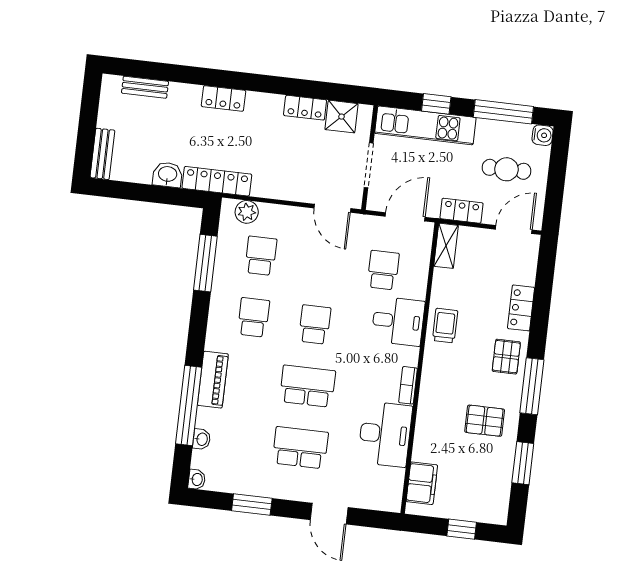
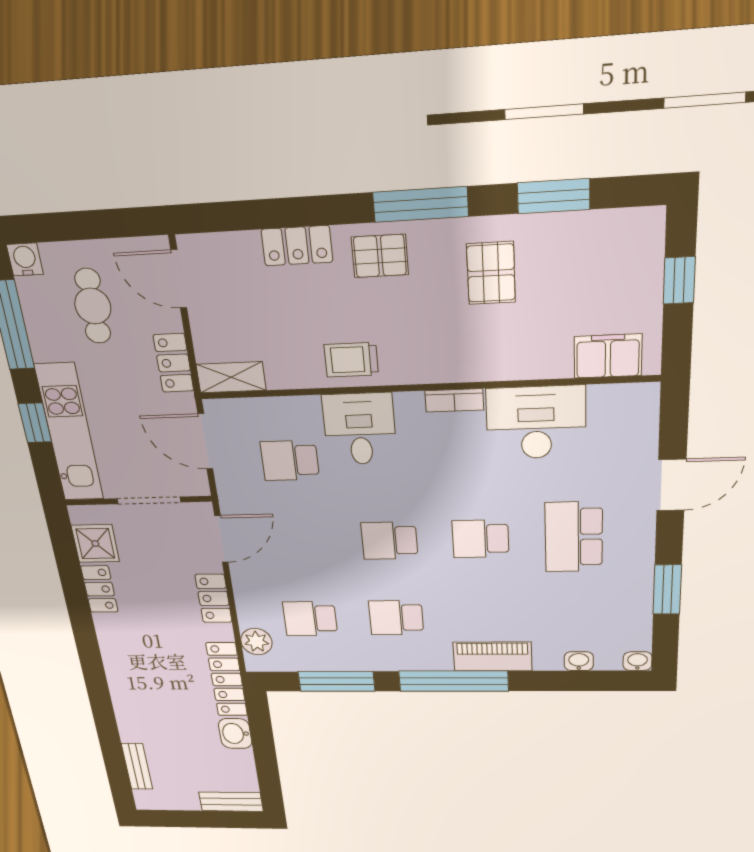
locker: (223, 98) -> (214, 598), moved, turned 180
school desk: (308, 386) -> (480, 539), width x0.54
window: (189, 405) -> (454, 681), moved

